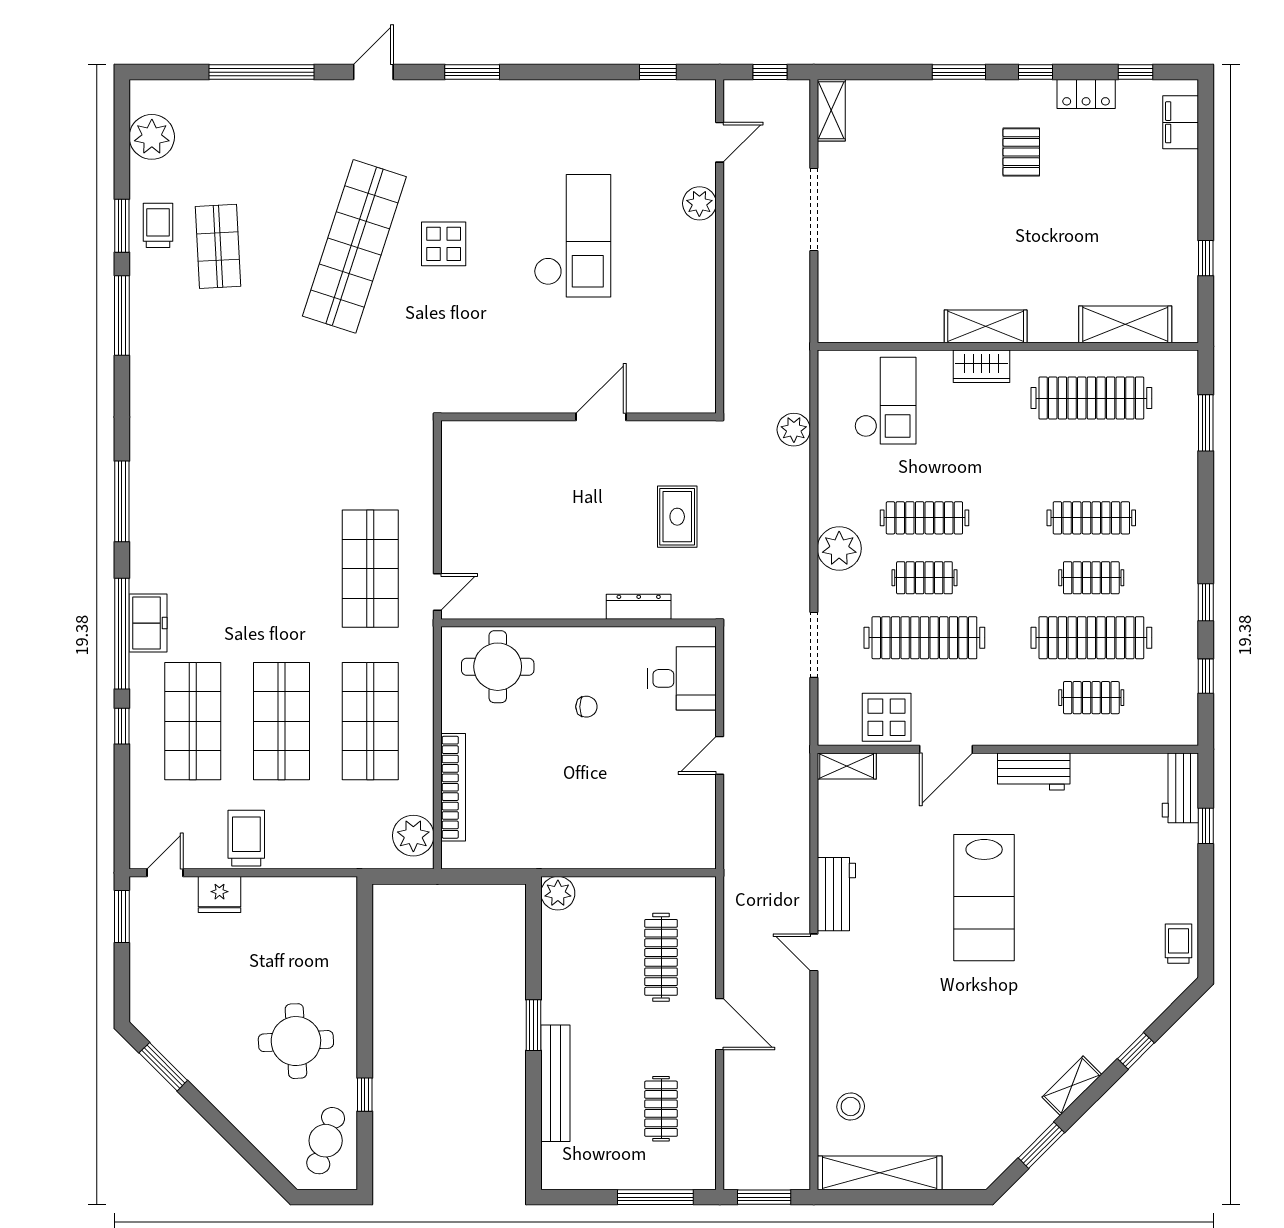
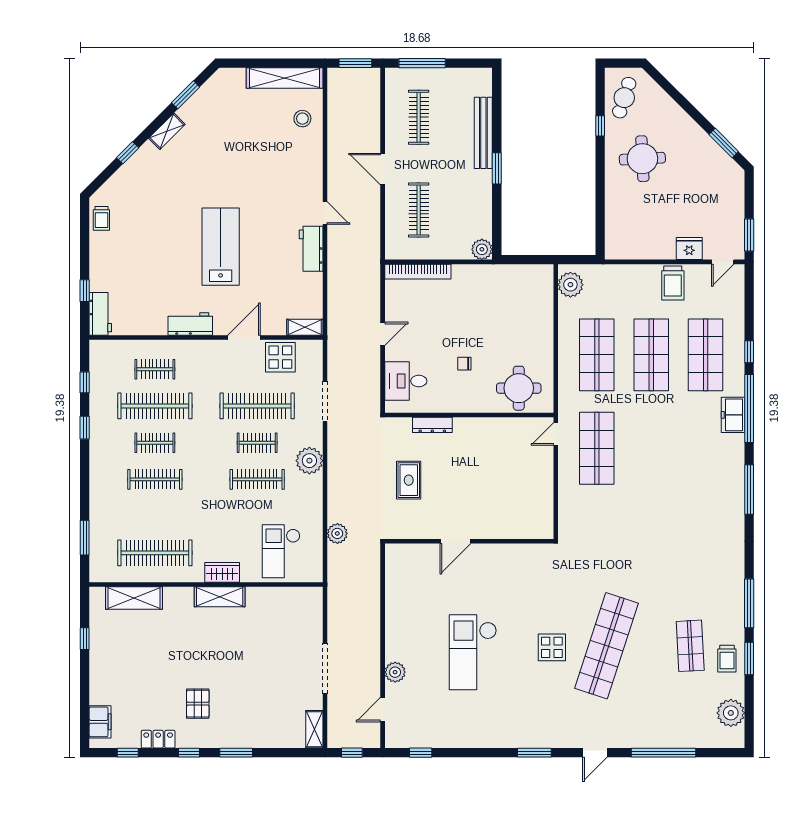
bookcase: (453, 787) -> (418, 272), moved, turned -90
clothes rail: (661, 1109) -> (419, 117), width x1.36

